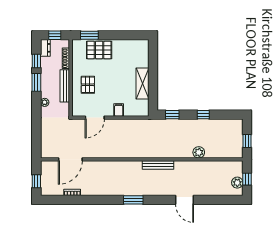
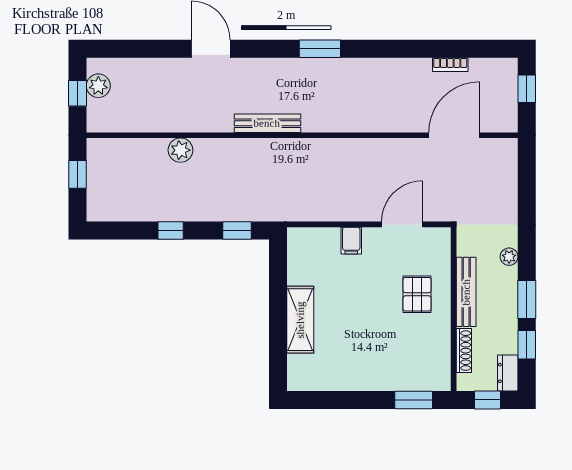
pallet: (99, 50) -> (393, 368), removed
shelving: (143, 83) -> (300, 320), moved

